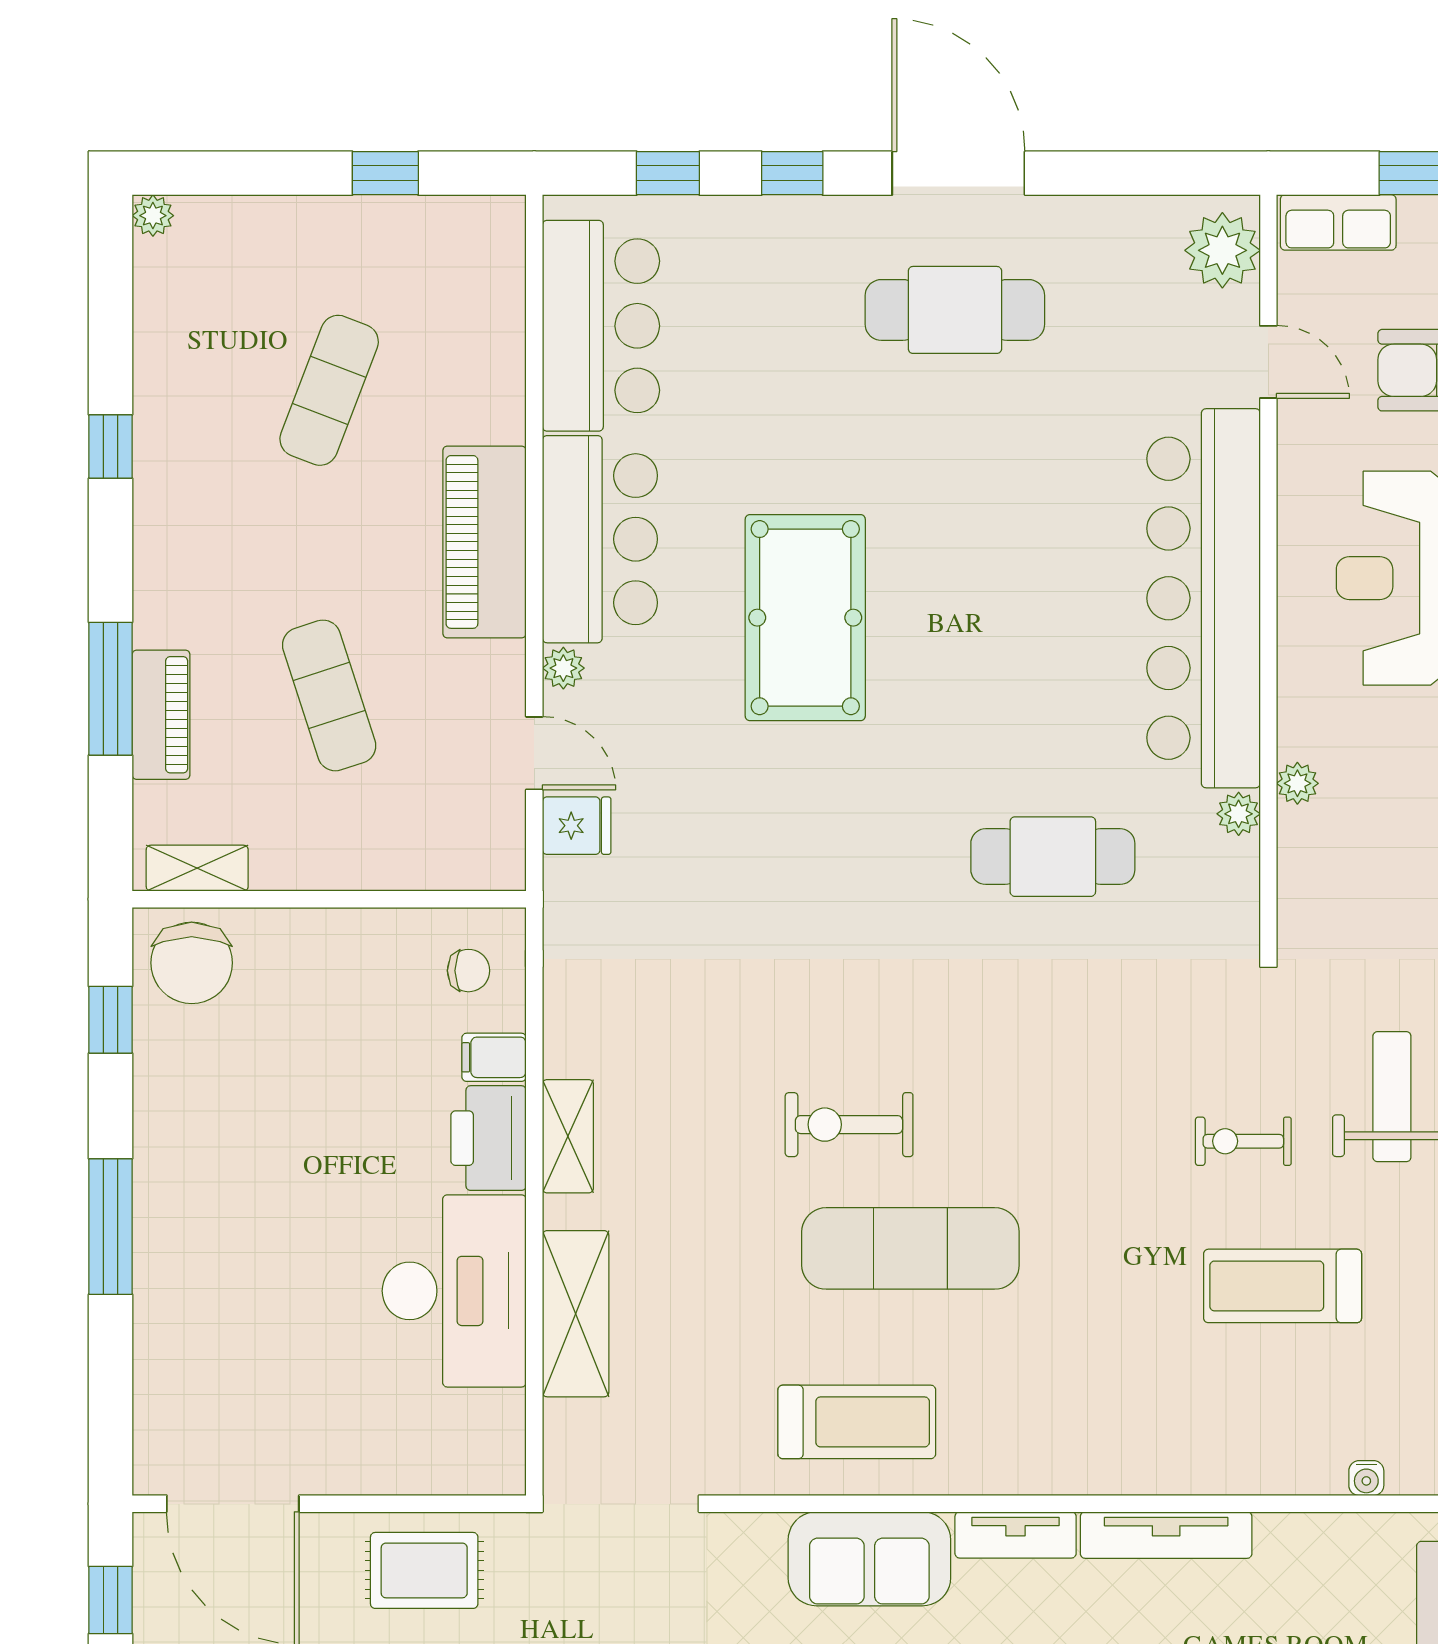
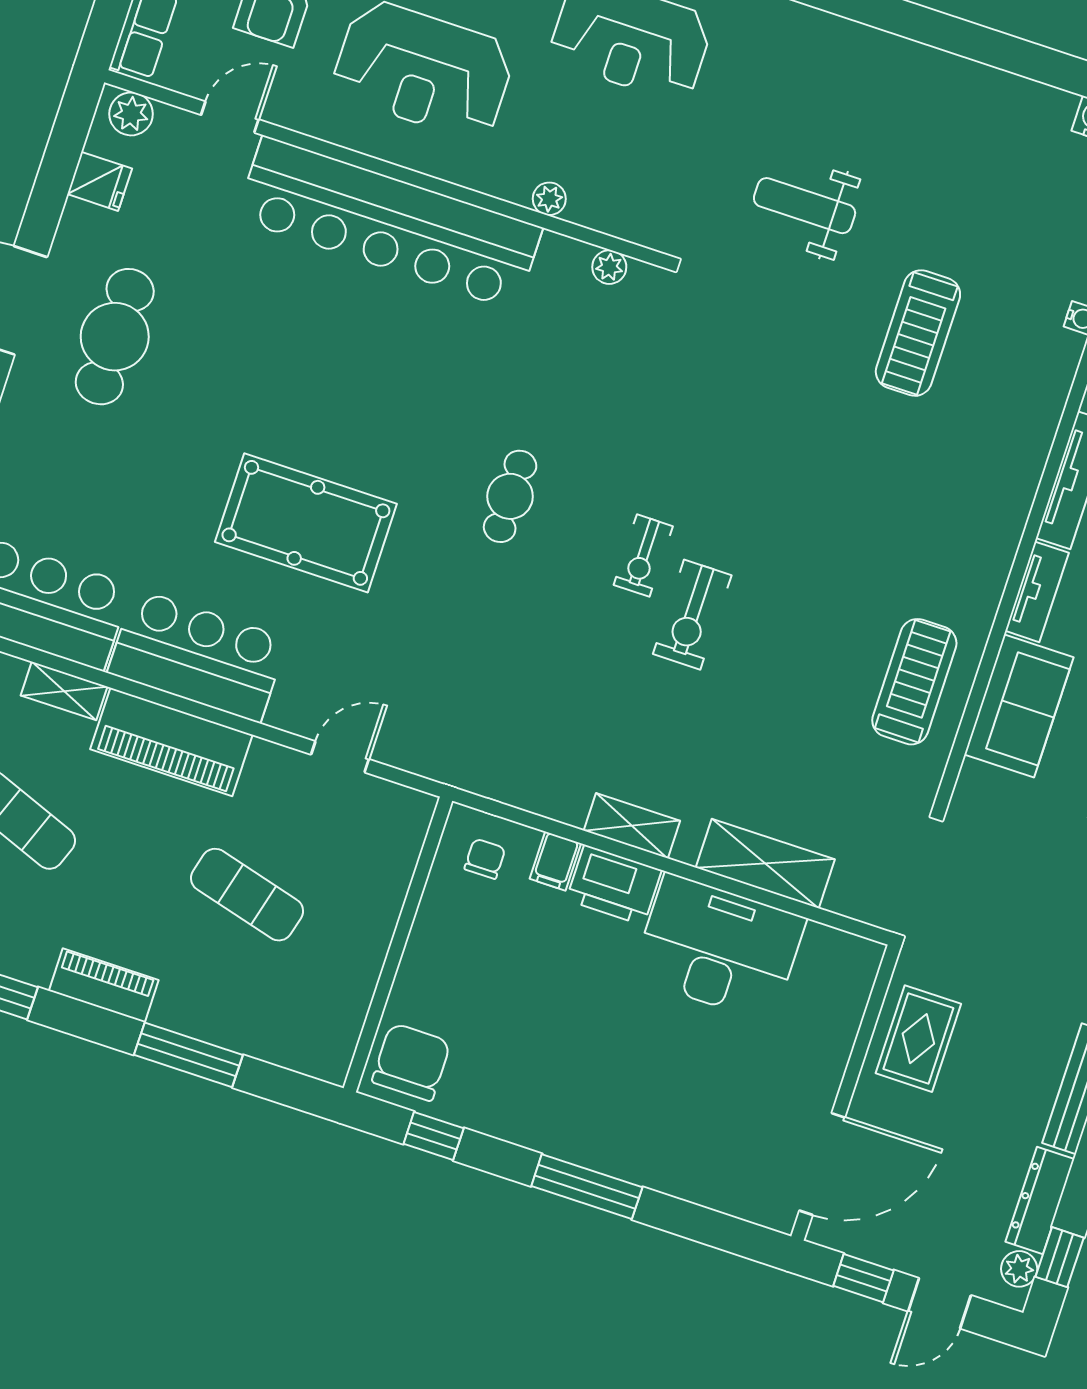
plant: (1222, 250) -> (131, 114), width x0.73, depth x0.73
plant: (563, 668) -> (284, 714), removed
exercise mat: (329, 695) -> (247, 895), turned 33
piano: (161, 715) -> (104, 985), moved
plant: (1239, 814) -> (609, 267), moved
fridge: (577, 826) -> (100, 181), moved, turned 90
cafe table: (1053, 857) -> (510, 496), moved, width x0.73, depth x0.74
shelving: (197, 868) -> (64, 691), moved, turned 90
chair: (192, 963) -> (411, 1062), turned -90
exercise bike: (1243, 1141) -> (643, 556), moved
exercise mat: (910, 1248) -> (799, 599), removed

